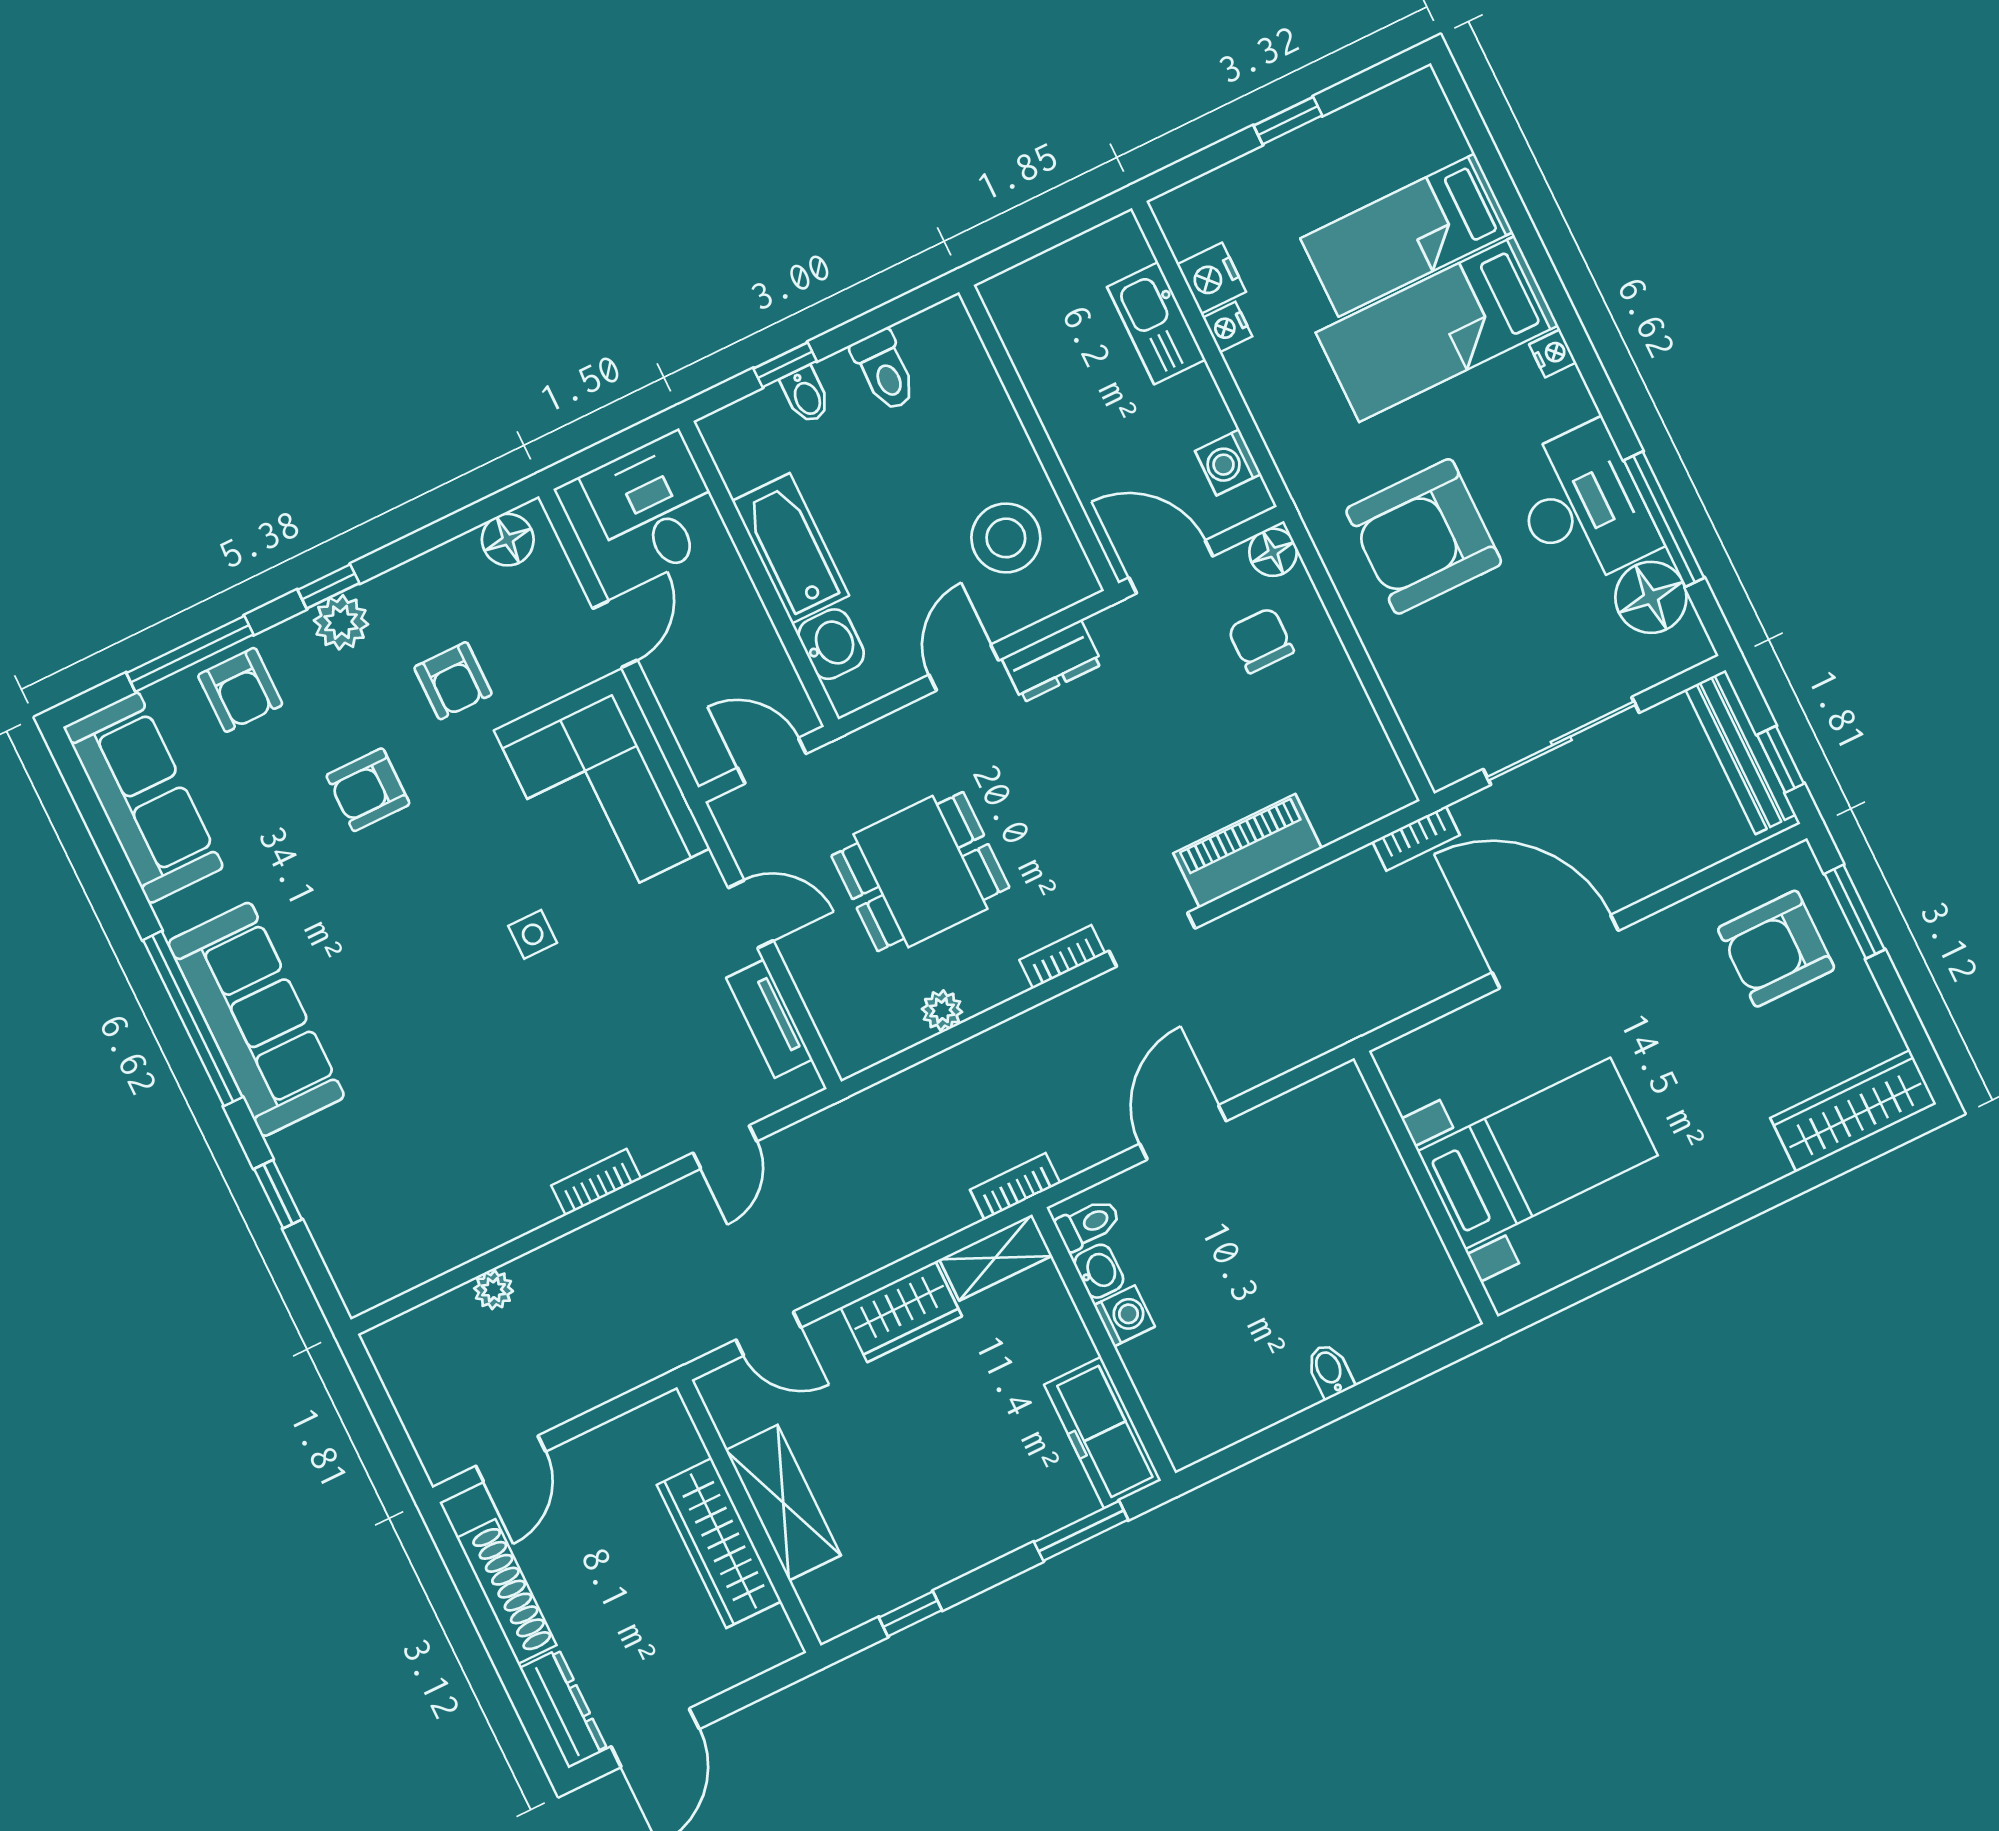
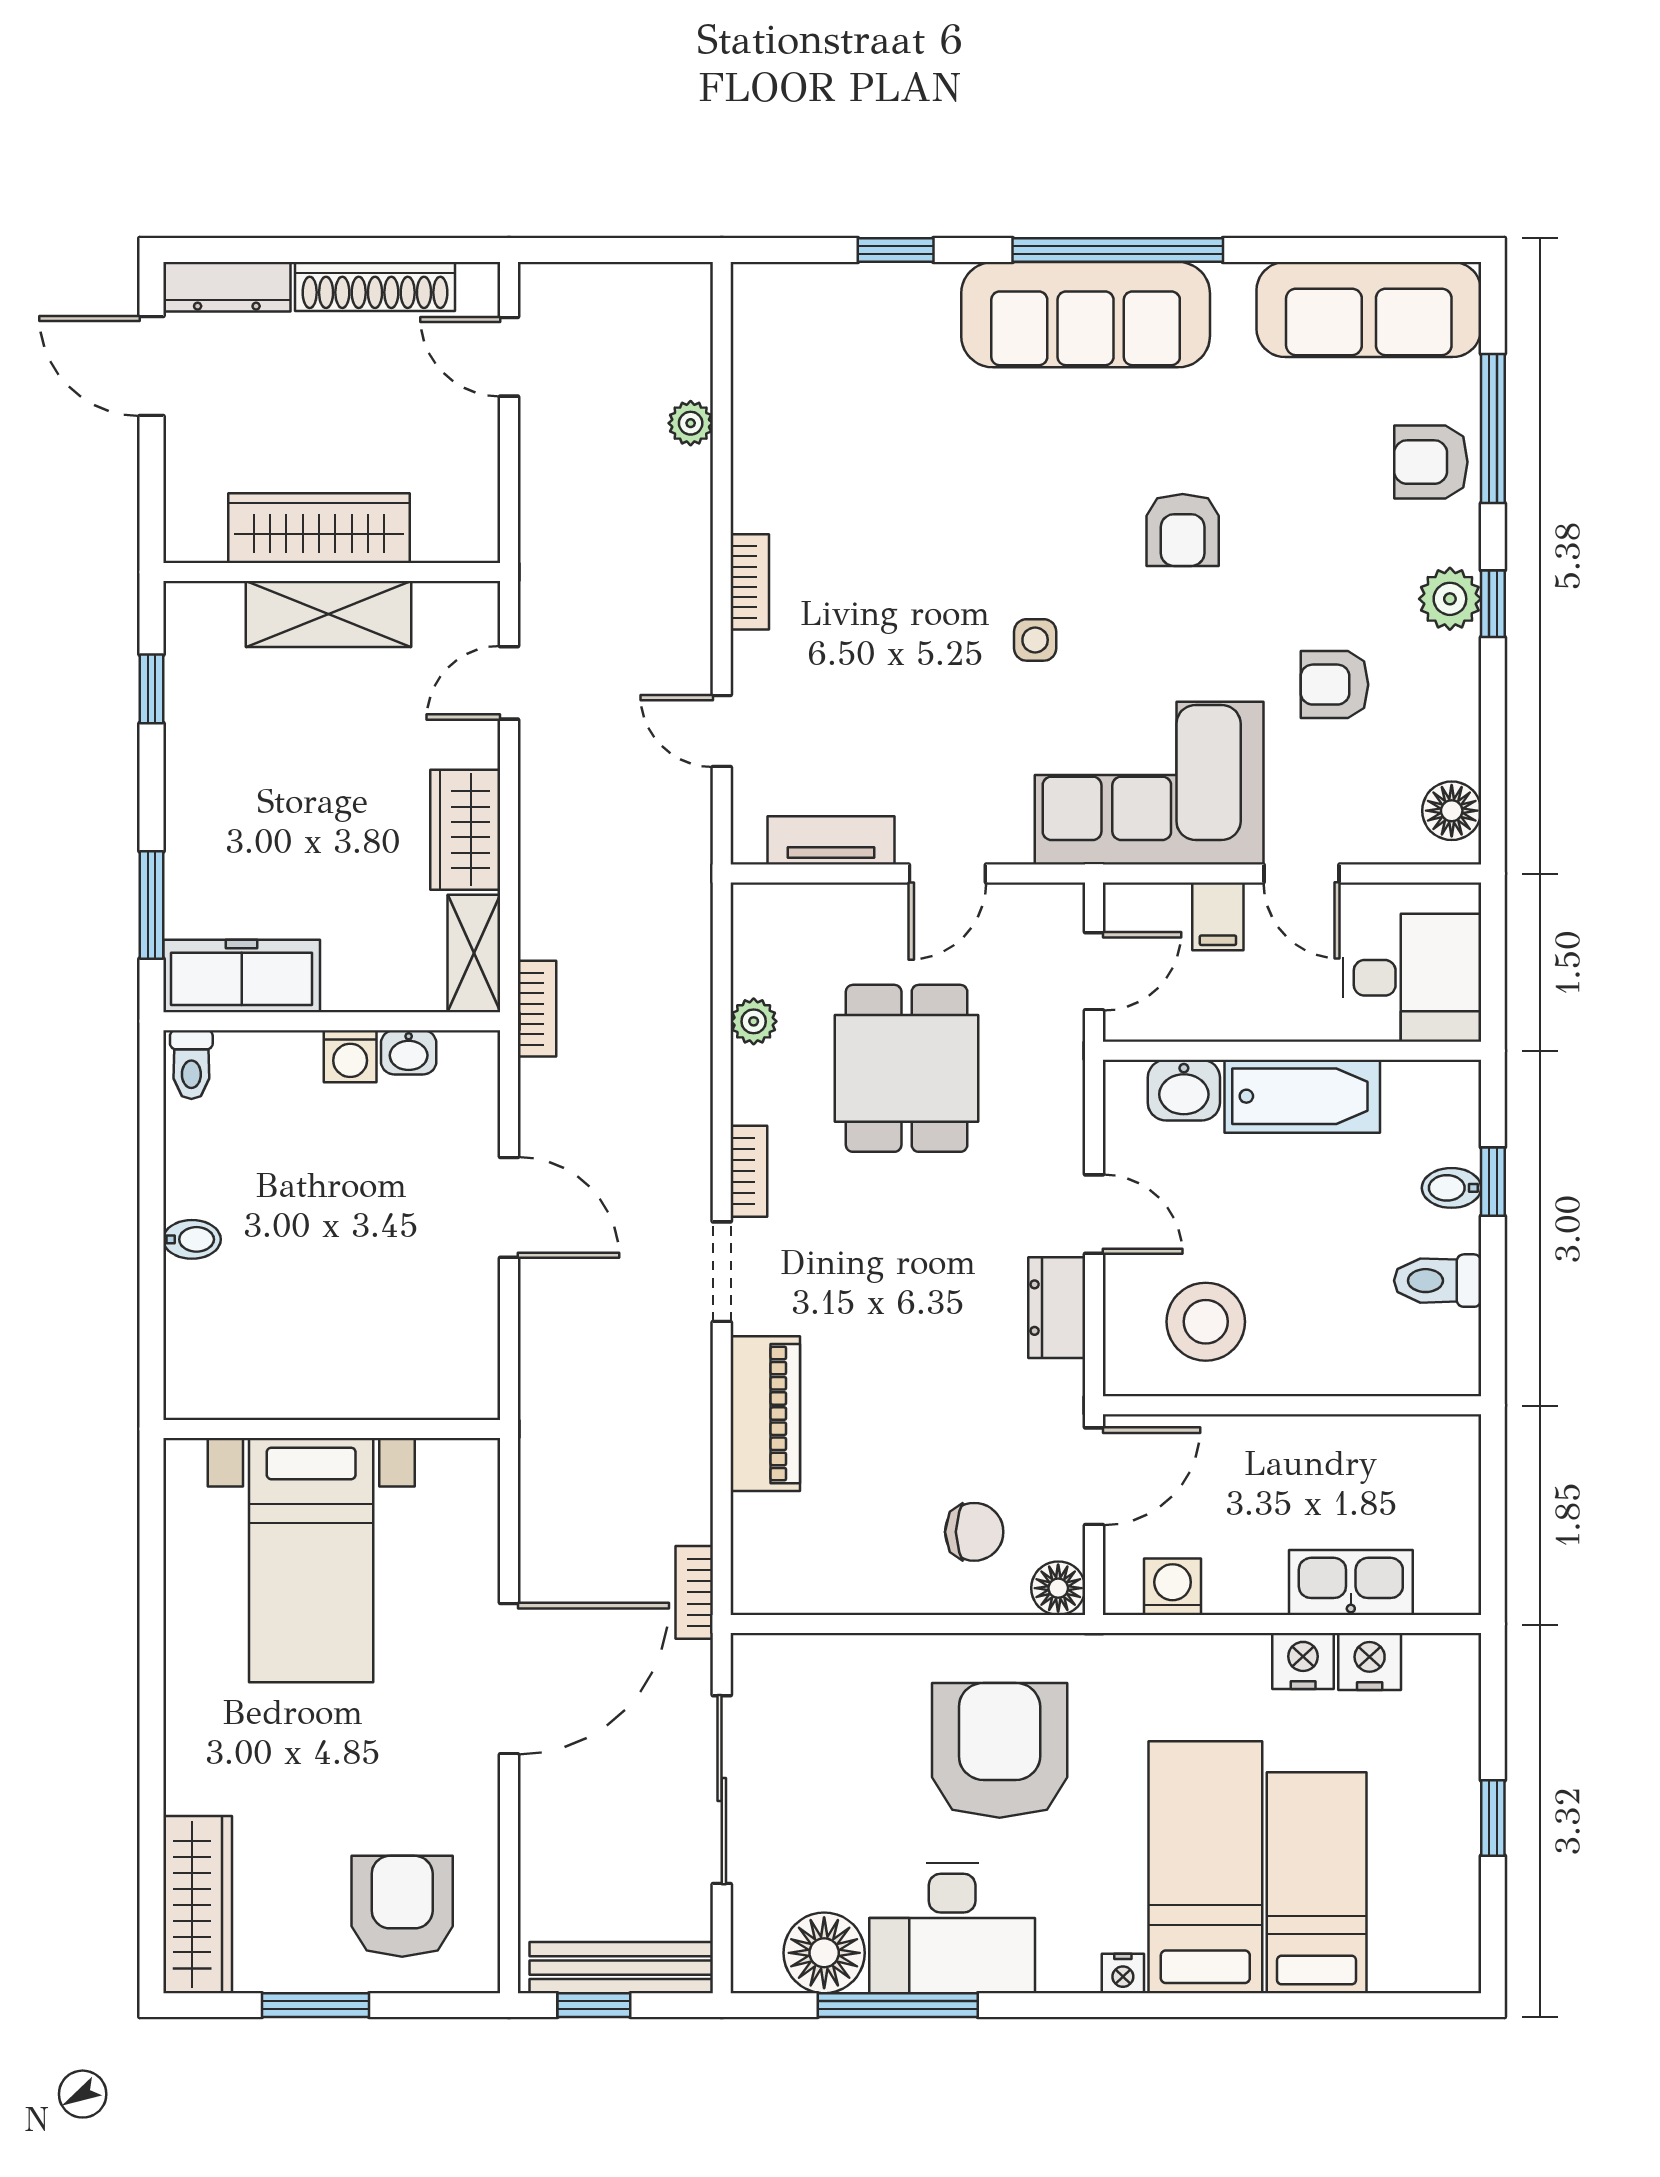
nightstand: (1228, 327) -> (1303, 1661), width x1.39, depth x1.35
filing cabinet: (681, 684) -> (1218, 916), added
armchair: (368, 790) -> (1183, 530), moved, turned 180
window: (1855, 912) -> (315, 2005), moved
toilet: (1088, 1224) -> (191, 1065), moved

